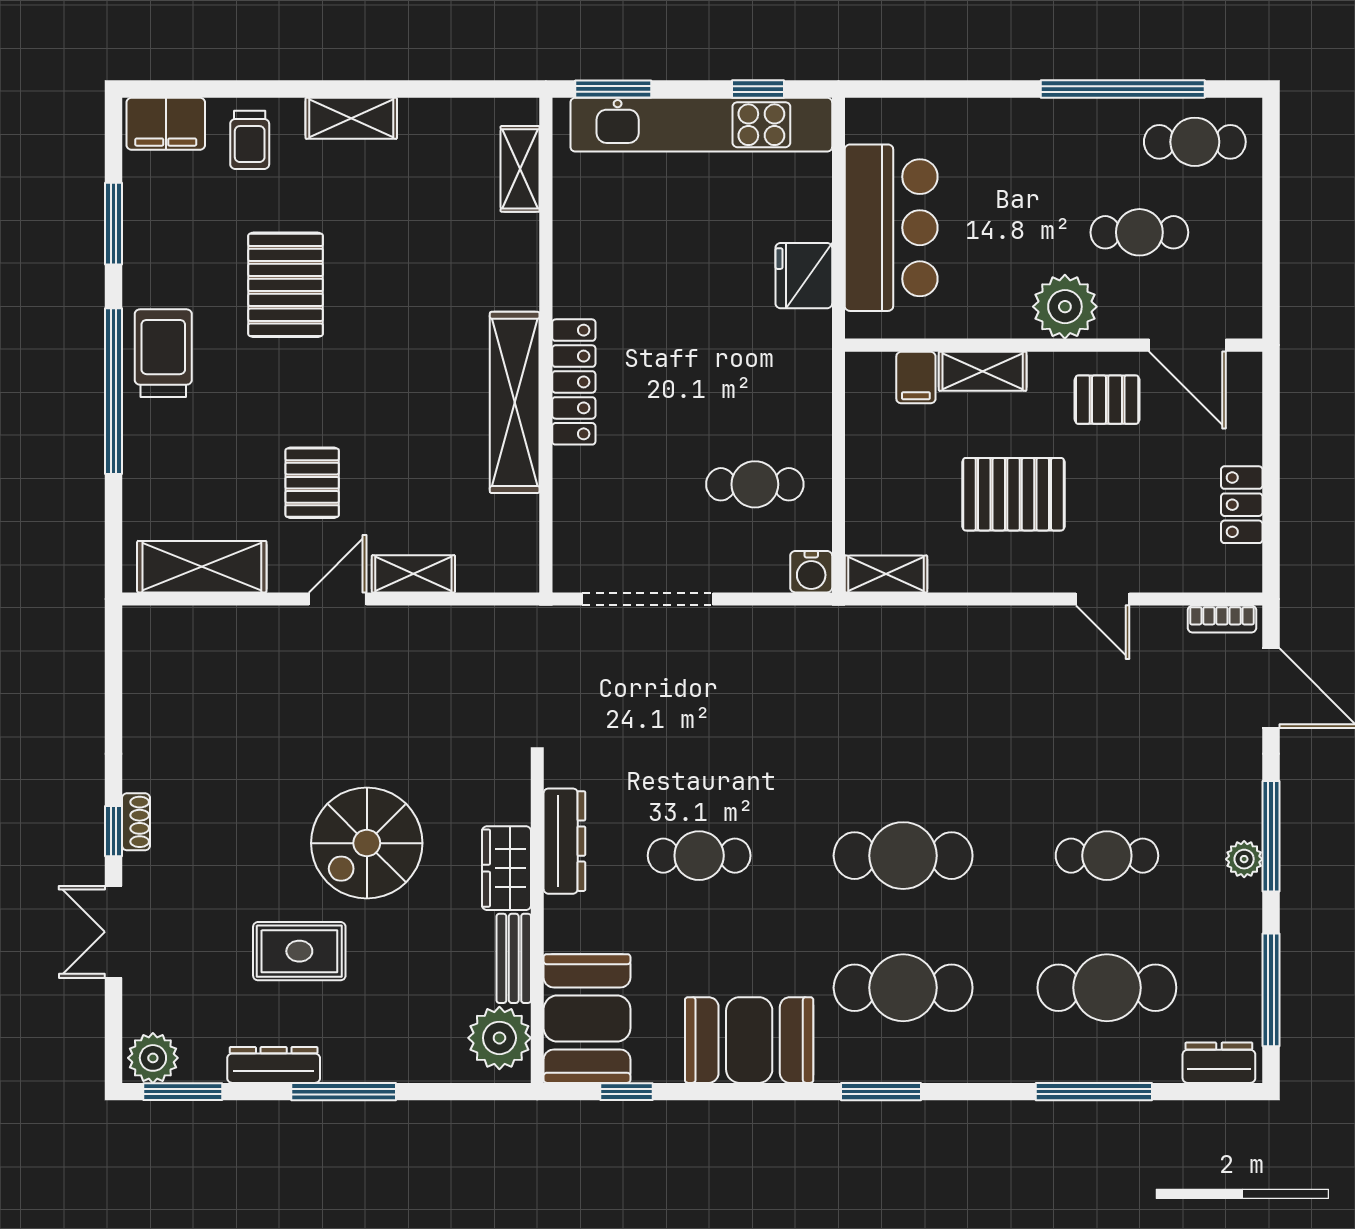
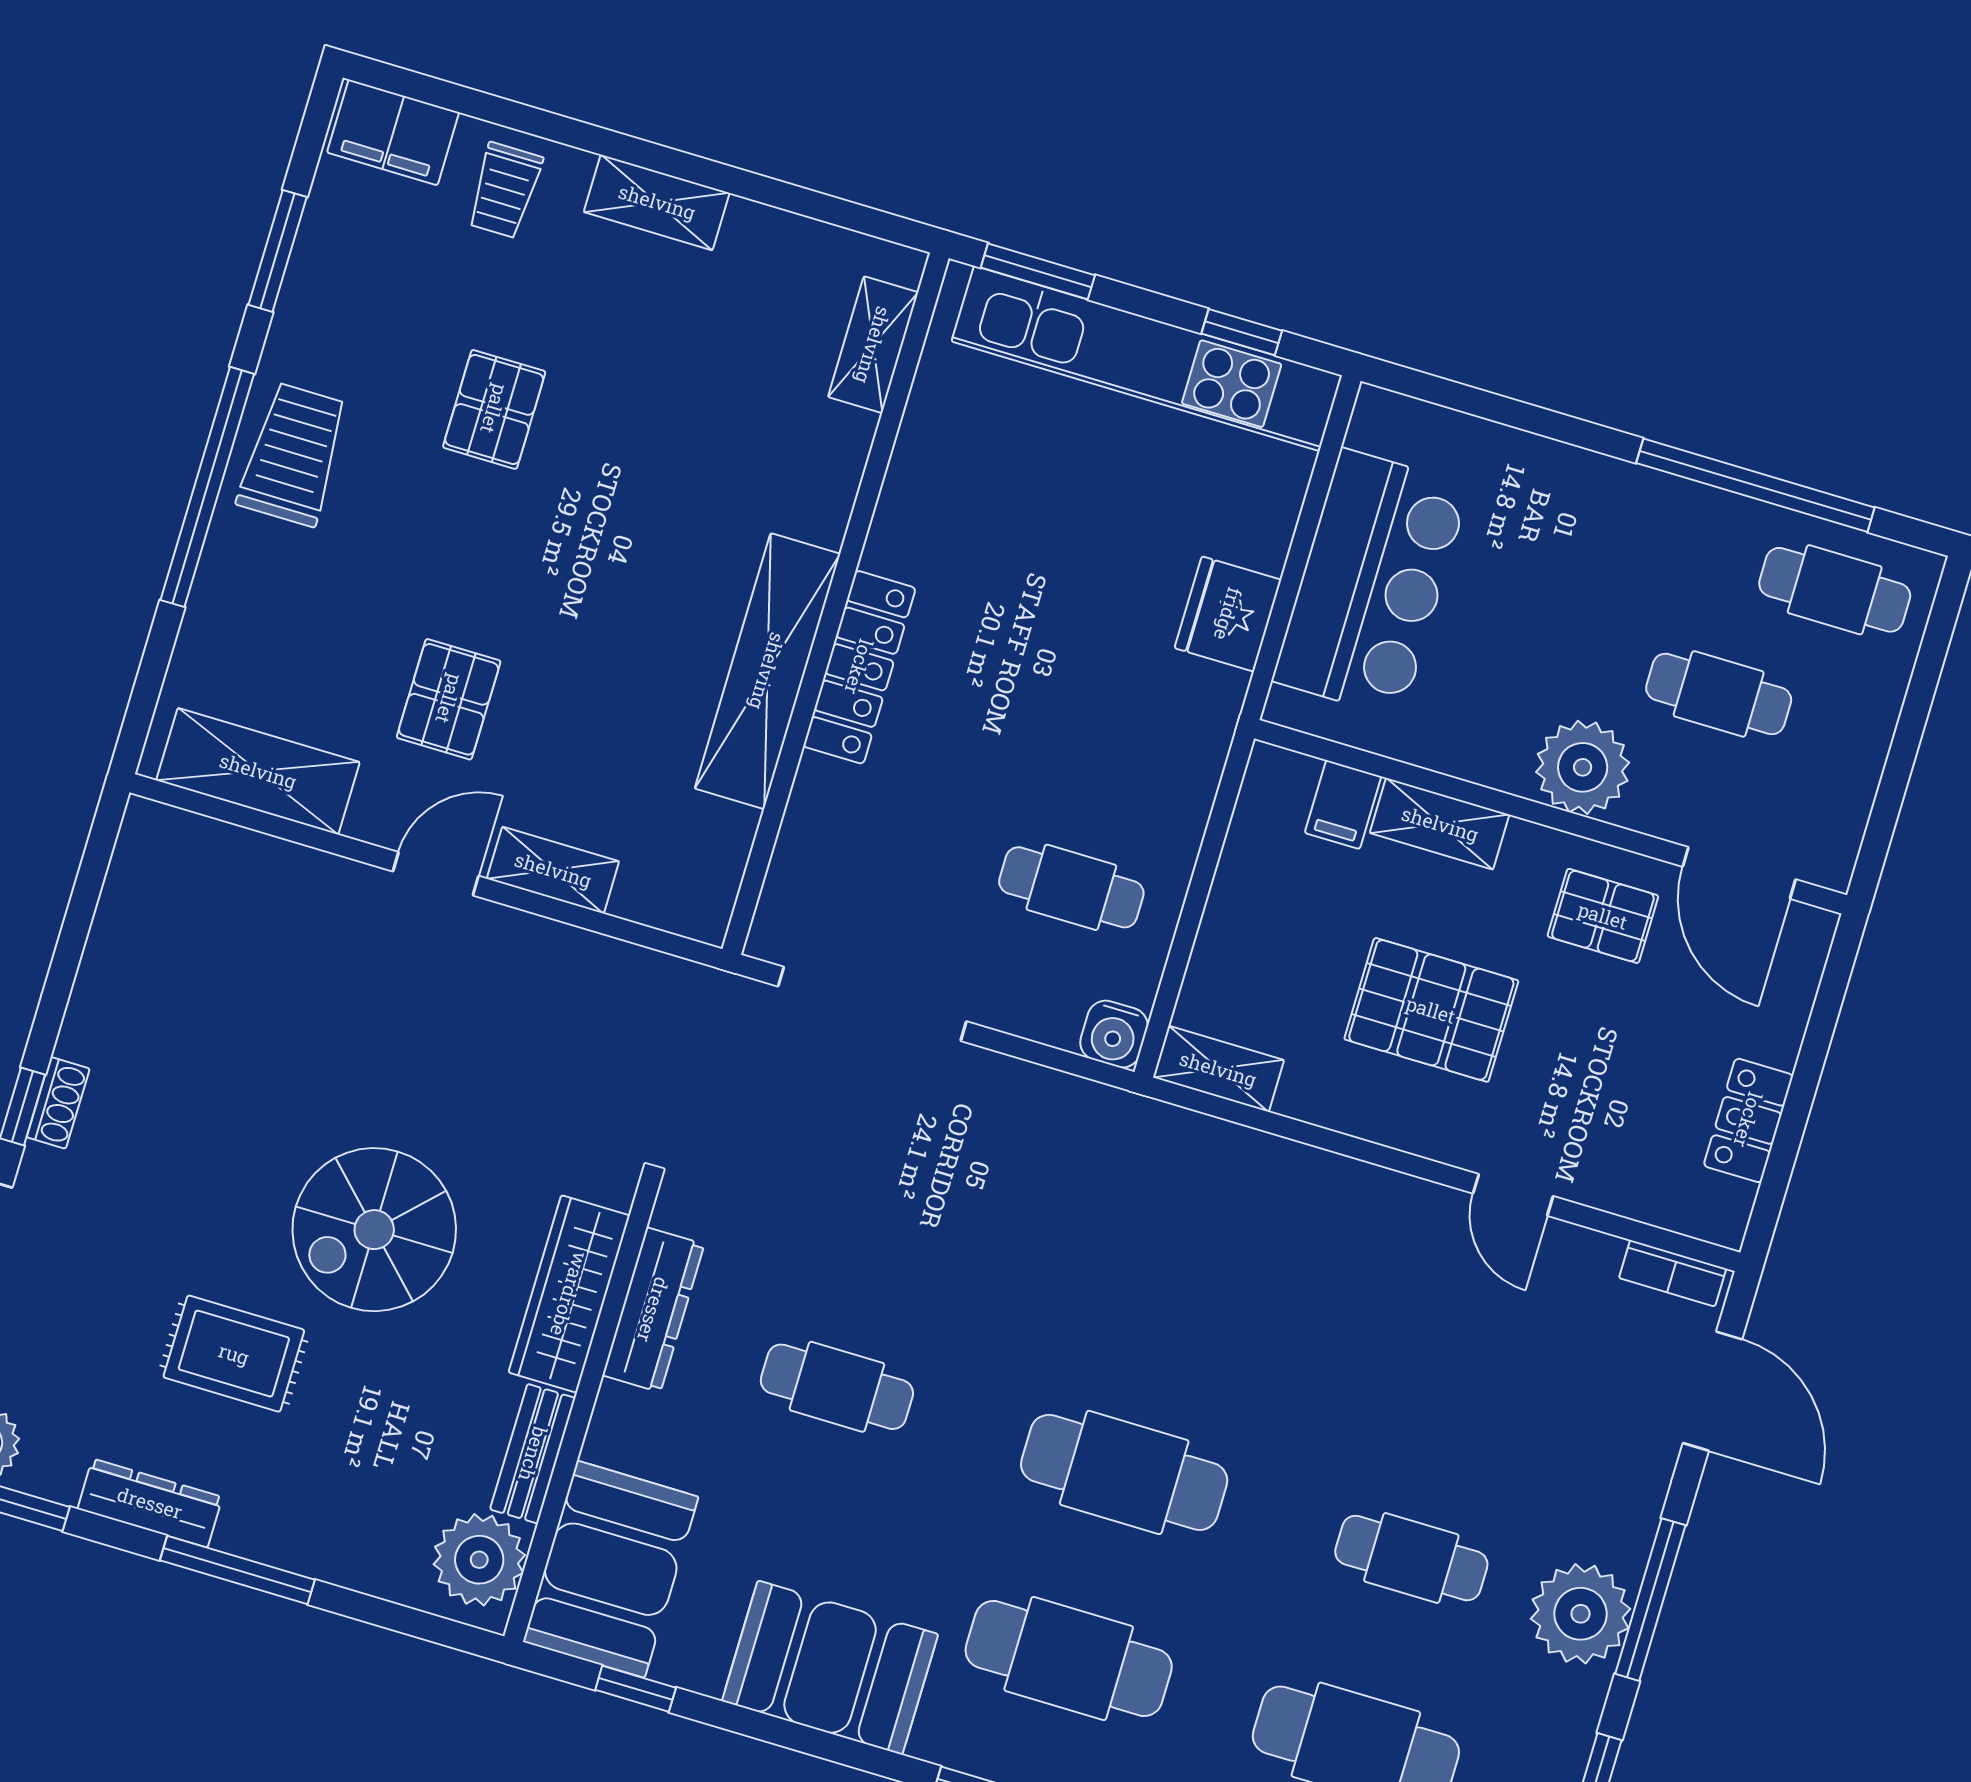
pallet: (286, 285) -> (494, 409), width x0.67, depth x0.71
plant: (1244, 859) -> (1581, 1614), width x1.87, depth x1.87
wardrobe: (506, 868) -> (569, 1294), width x1.50

